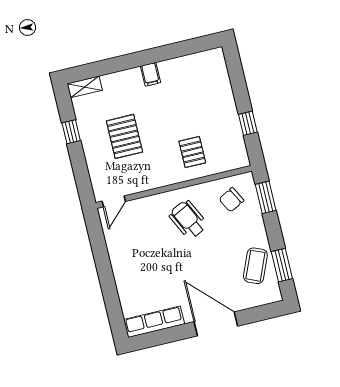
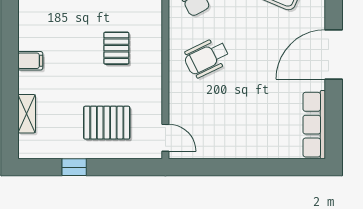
shelving: (85, 87) -> (27, 114), moved
pallet: (124, 136) -> (107, 123), moved
pallet: (192, 152) -> (116, 48), moved, turned 90

